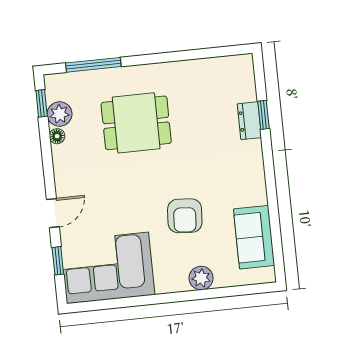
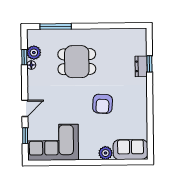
window: (42, 103) -> (24, 57), moved
armchair: (185, 216) -> (103, 104), moved
sofa: (254, 237) -> (131, 150), moved, turned 90

